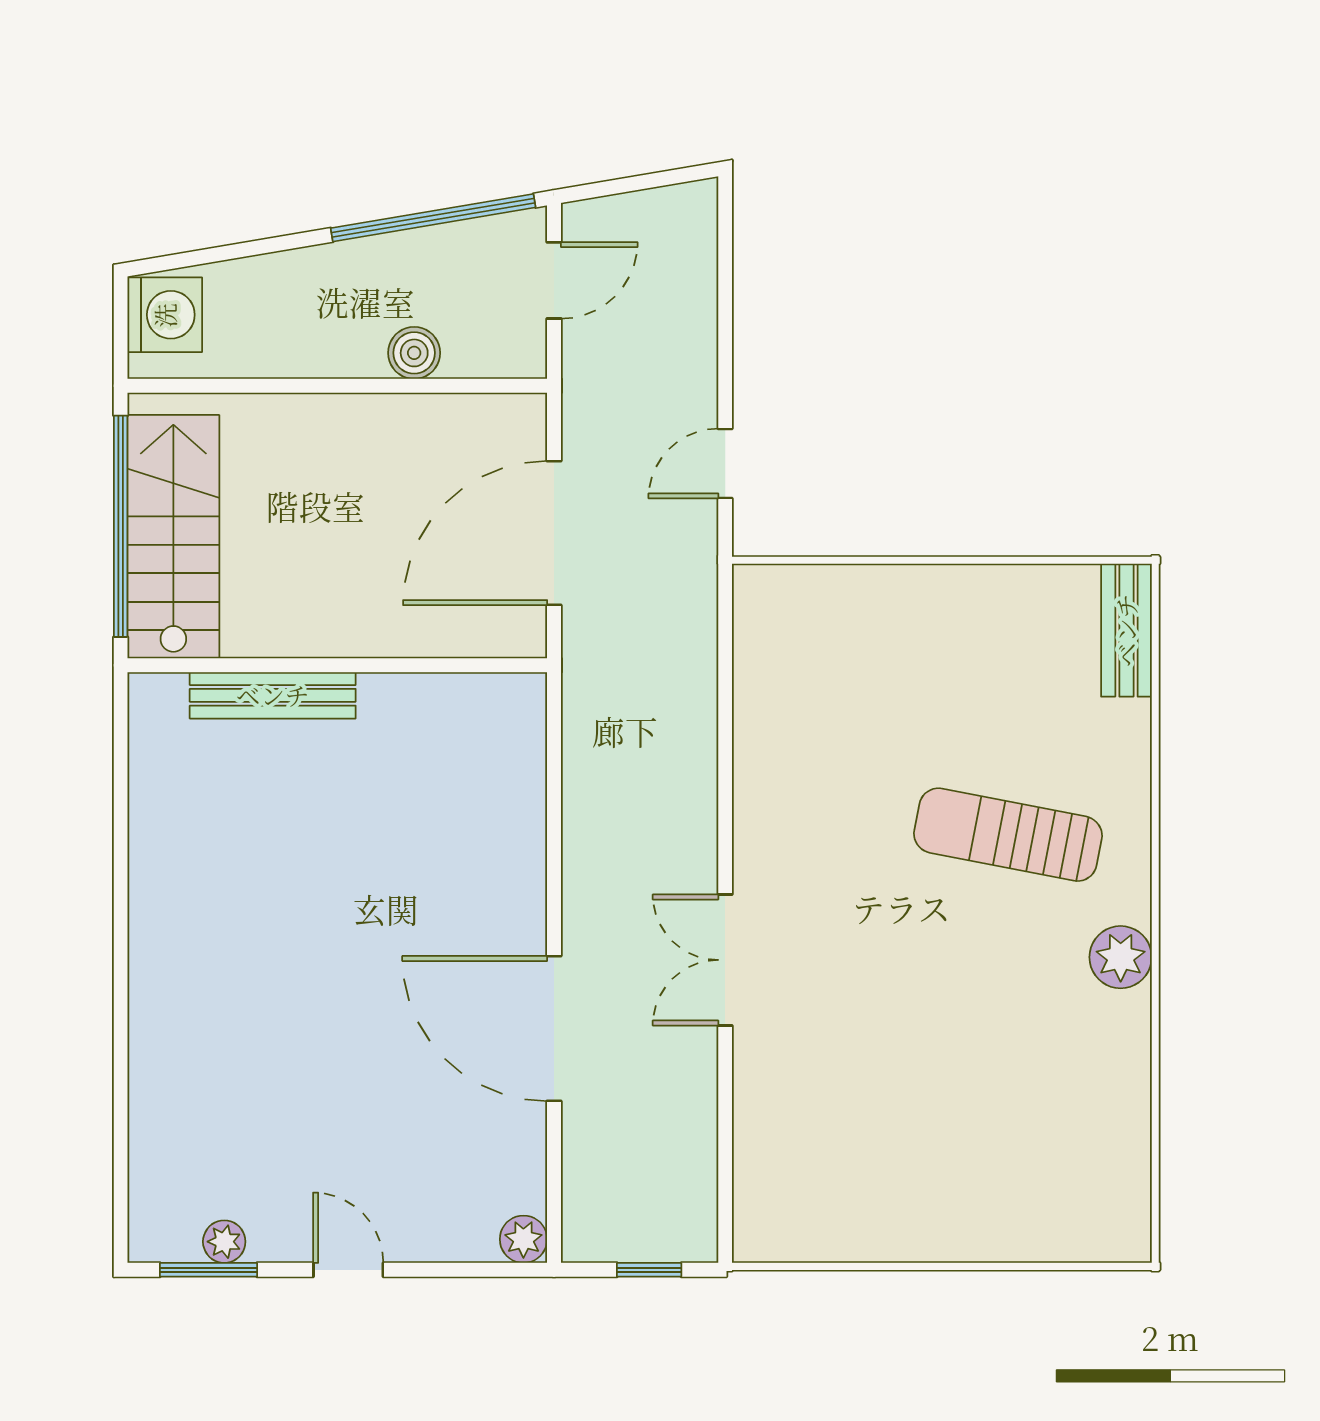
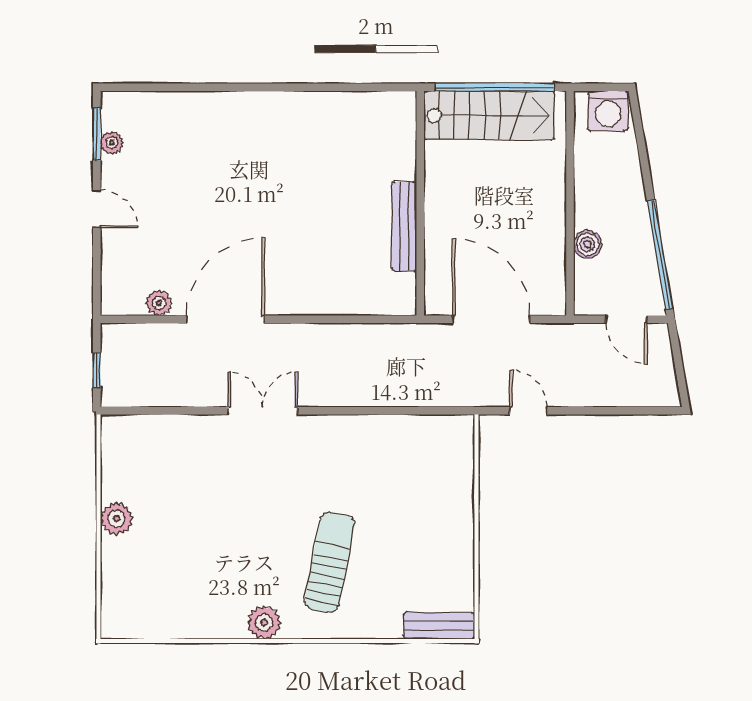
bench: (273, 695) -> (404, 226), moved
plant: (926, 1232) -> (117, 519), added
plant: (523, 1239) -> (159, 303), moved
door: (348, 1270) -> (97, 209), hinge flipped

